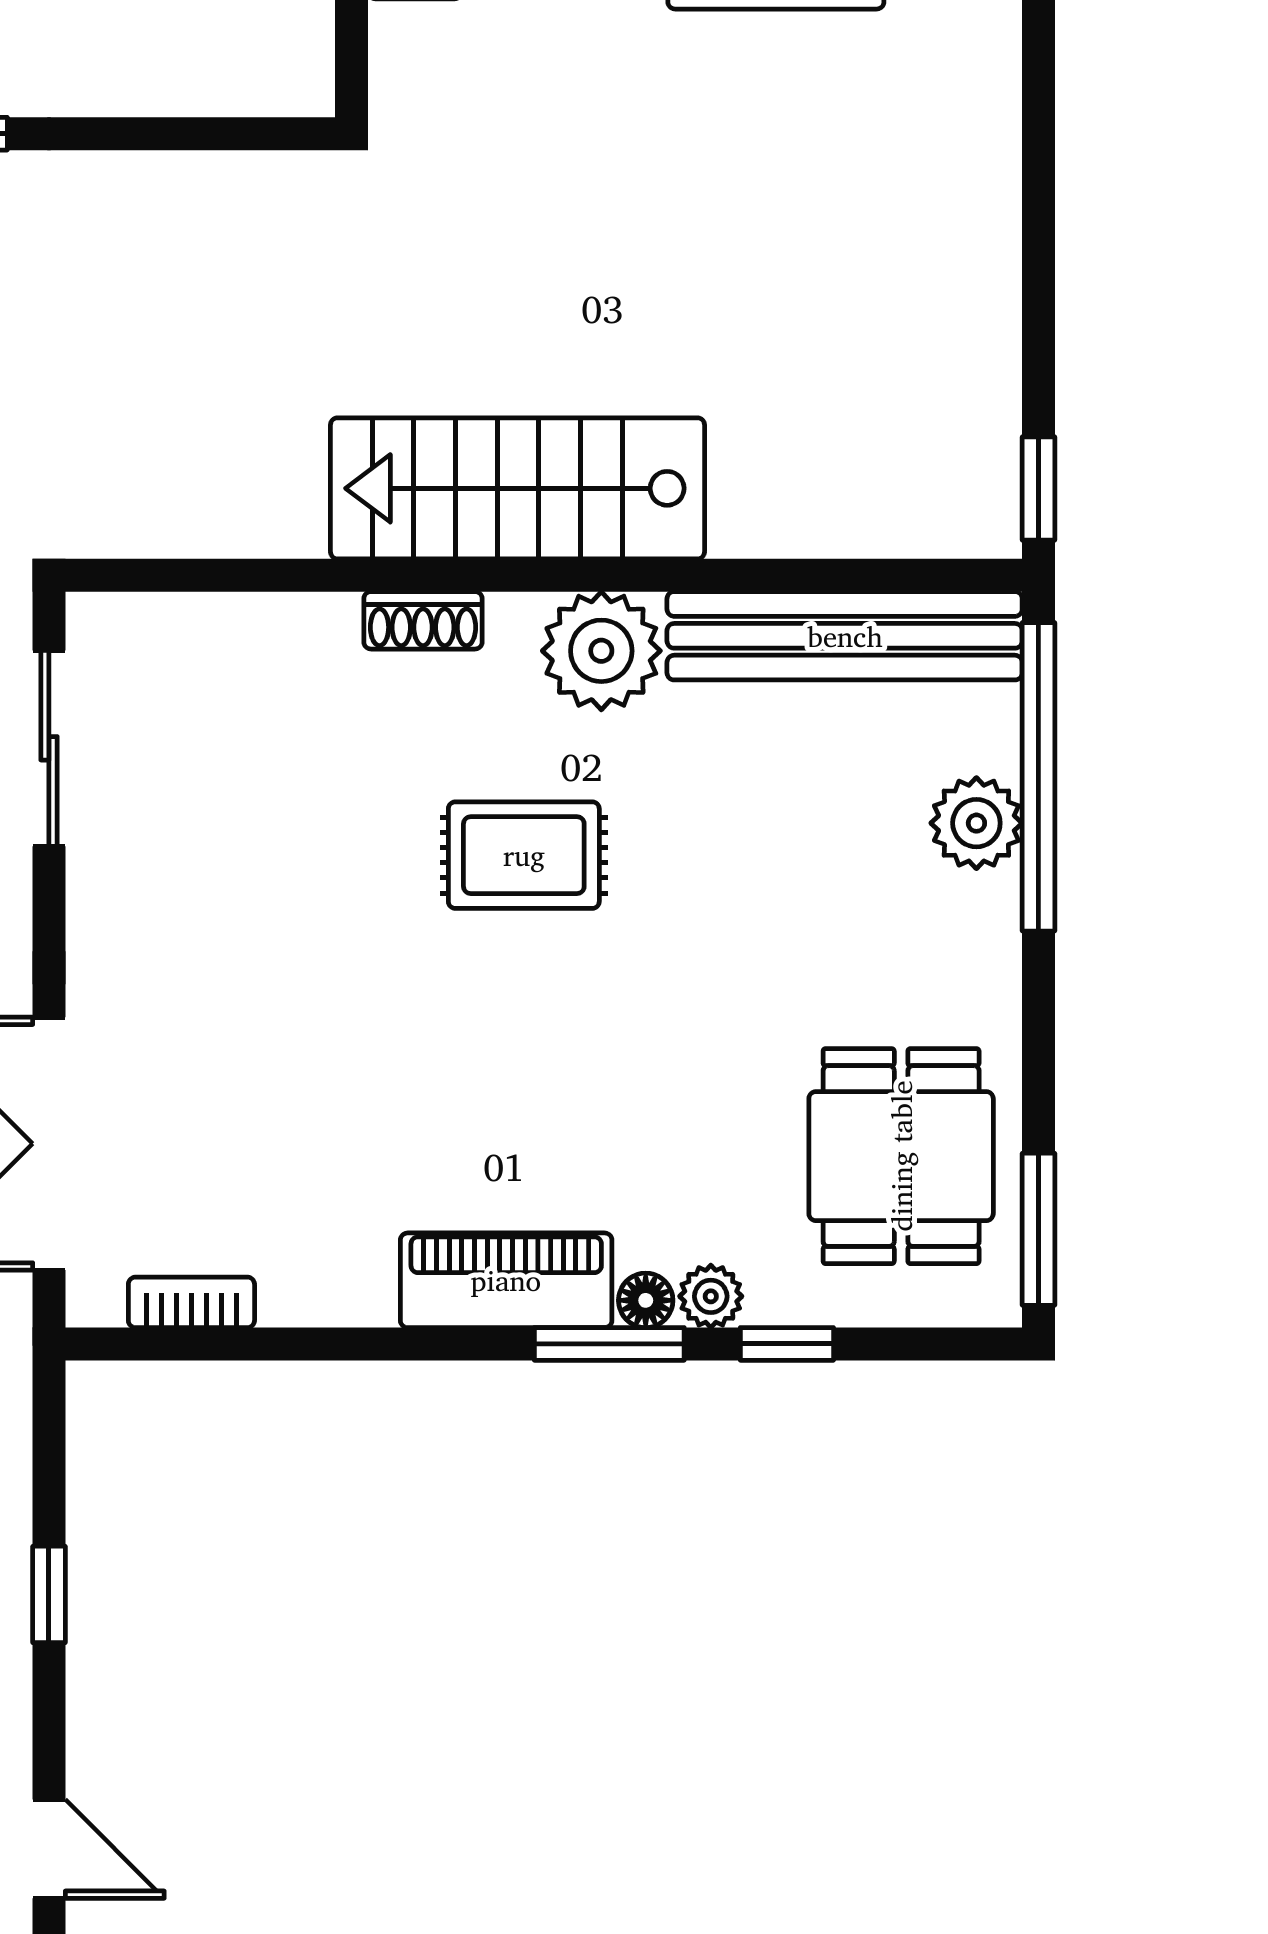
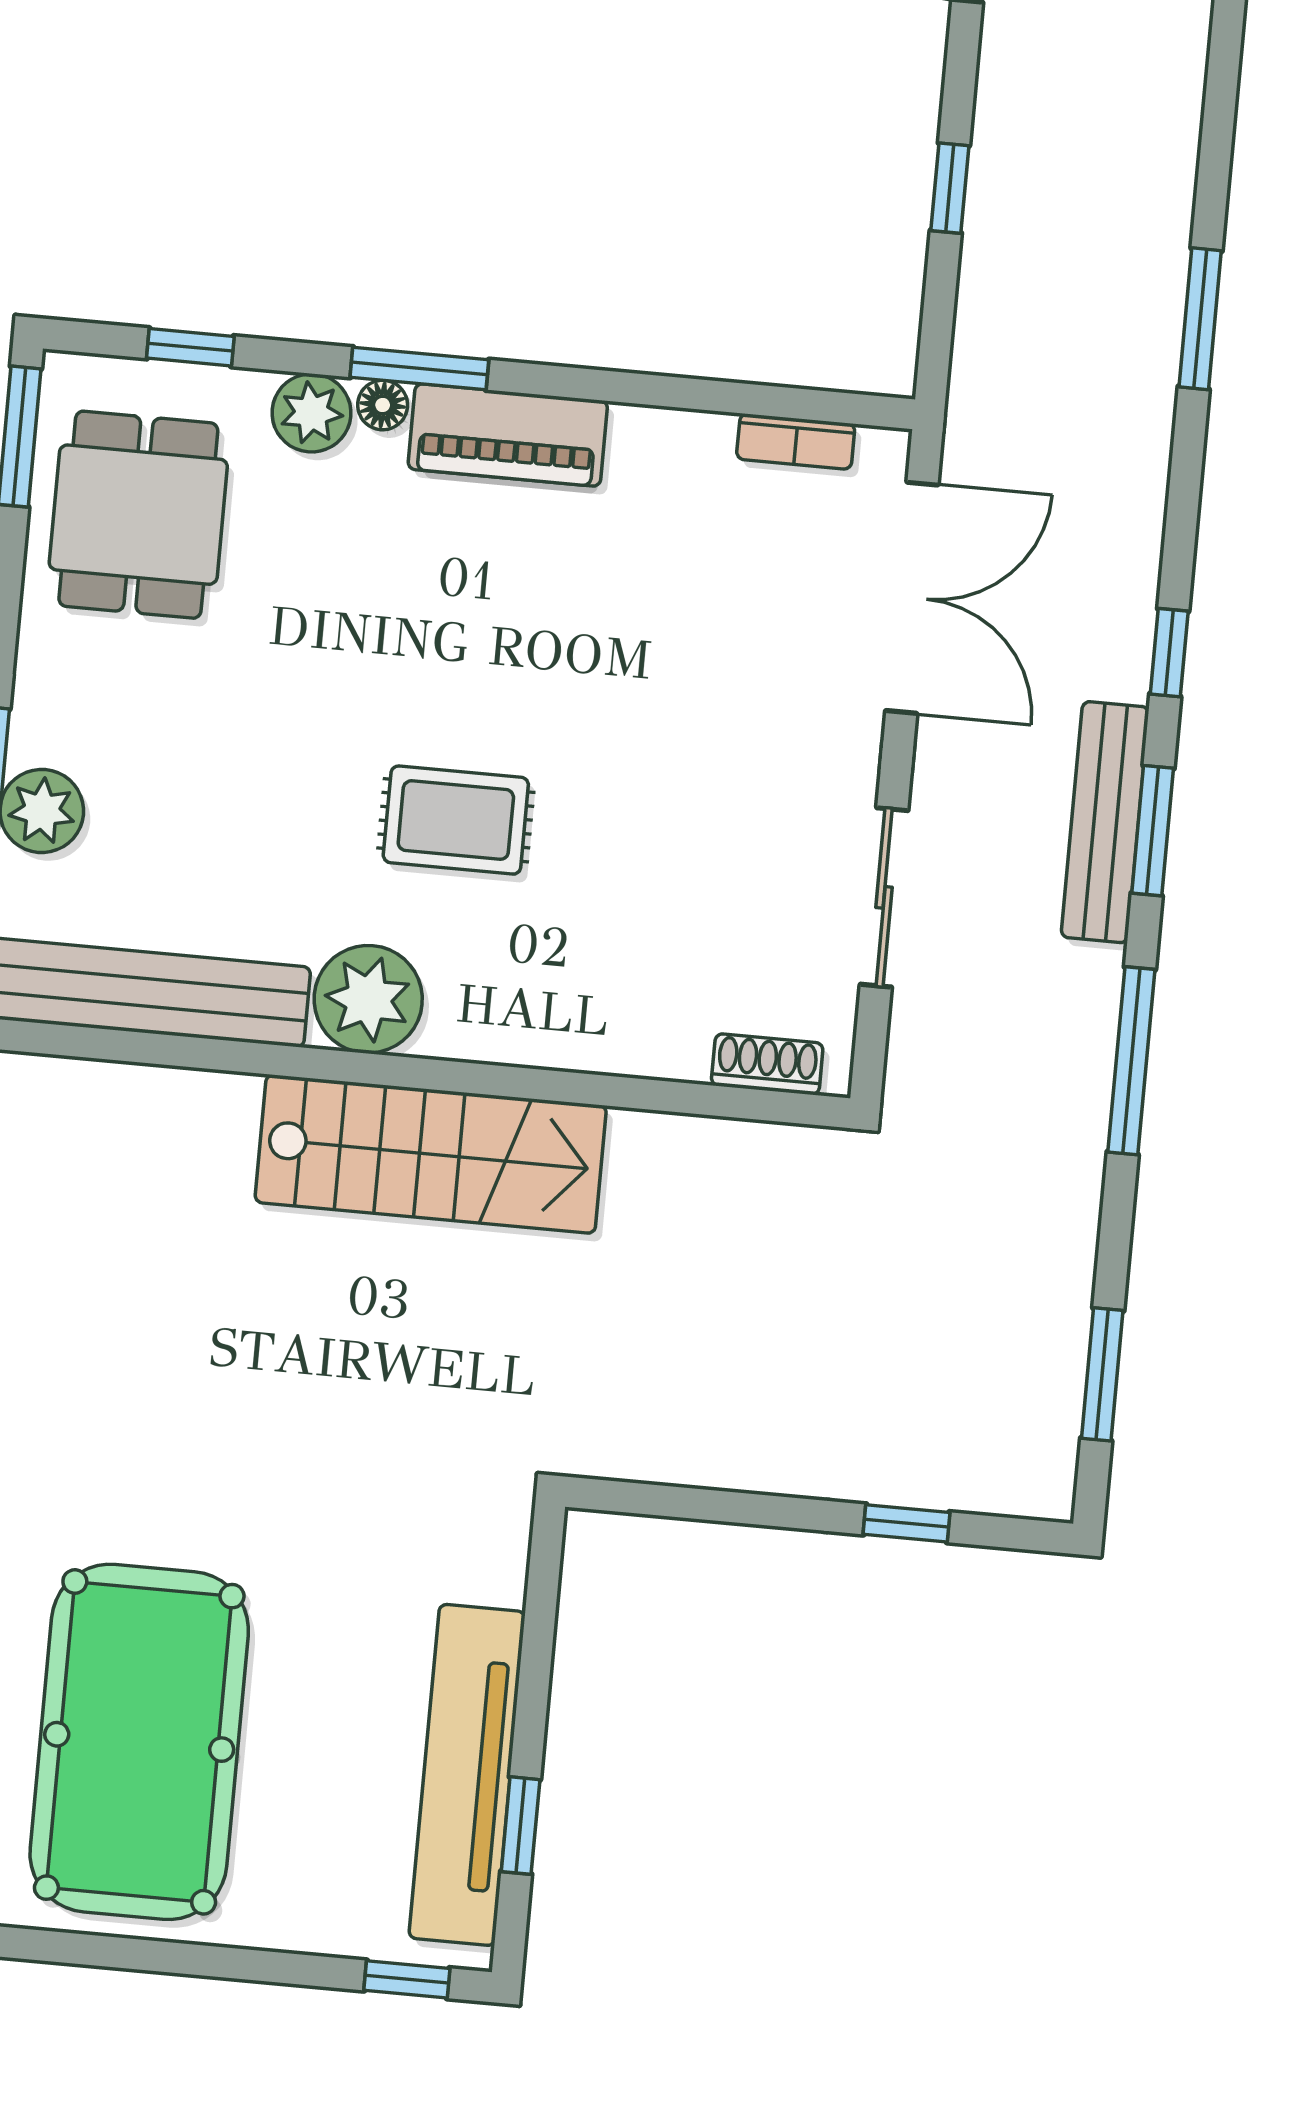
shoe rack: (423, 620) -> (767, 1064), moved
sliding door: (49, 748) -> (884, 897), moved
plant: (711, 1296) -> (311, 413), width x1.38, depth x1.38
window: (787, 1344) -> (190, 347), moved

